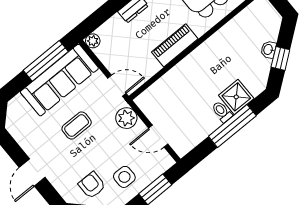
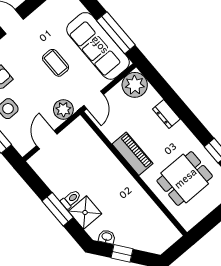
plant: (93, 41) -> (135, 85), width x1.87, depth x1.87
washbasin: (268, 50) -> (107, 237), moved
window: (232, 126) -> (58, 209), width x0.69

